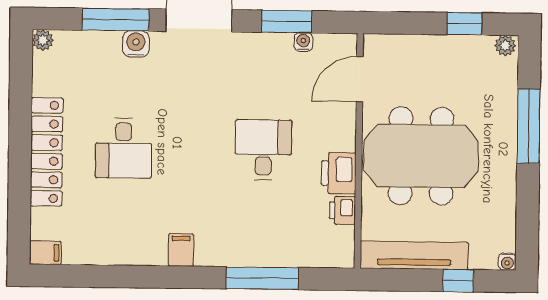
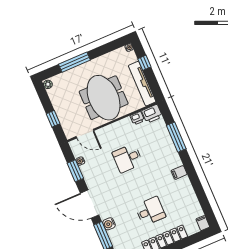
window: (464, 24) -> (53, 119), moved
printer: (339, 173) -> (152, 114), moved

